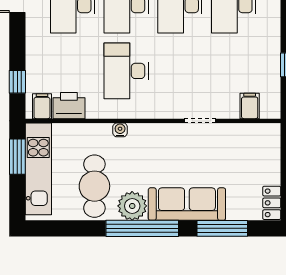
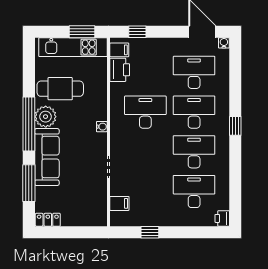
water cooler: (120, 130) -> (102, 127), moved

